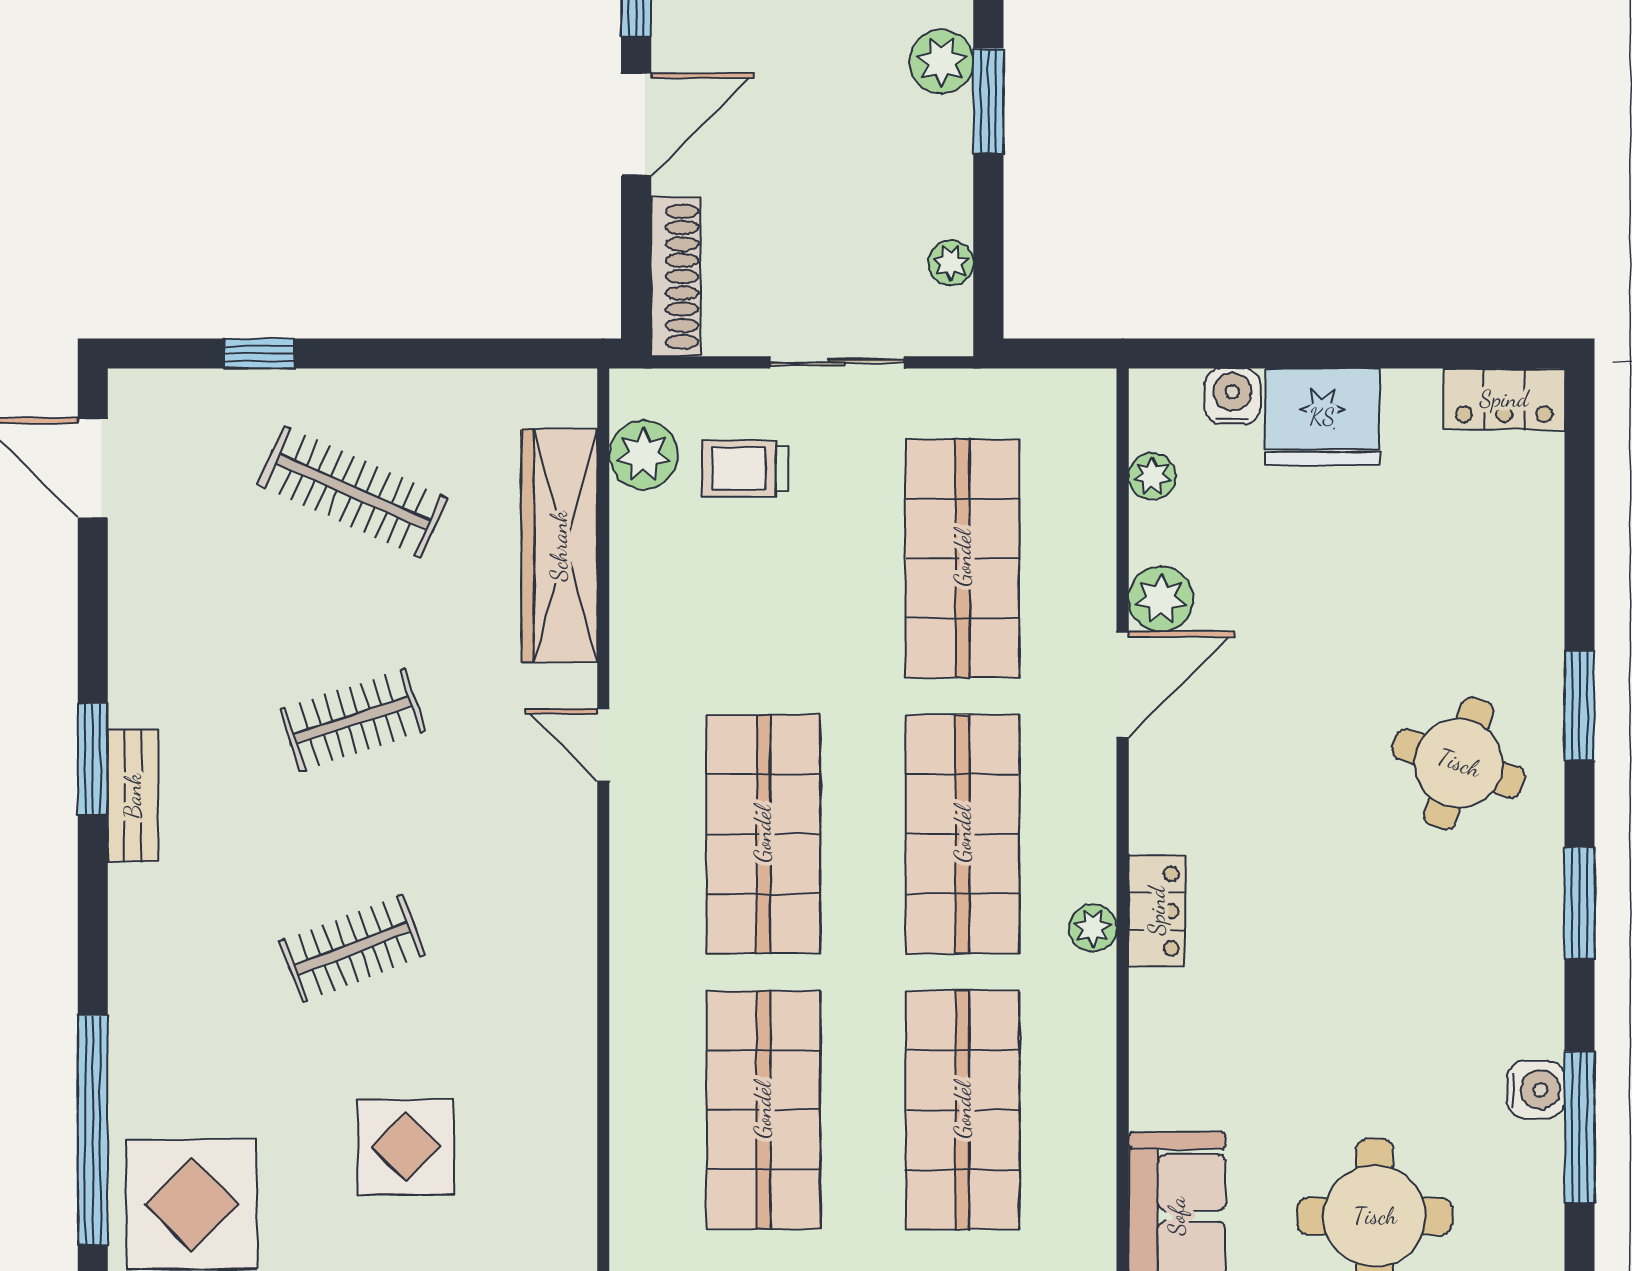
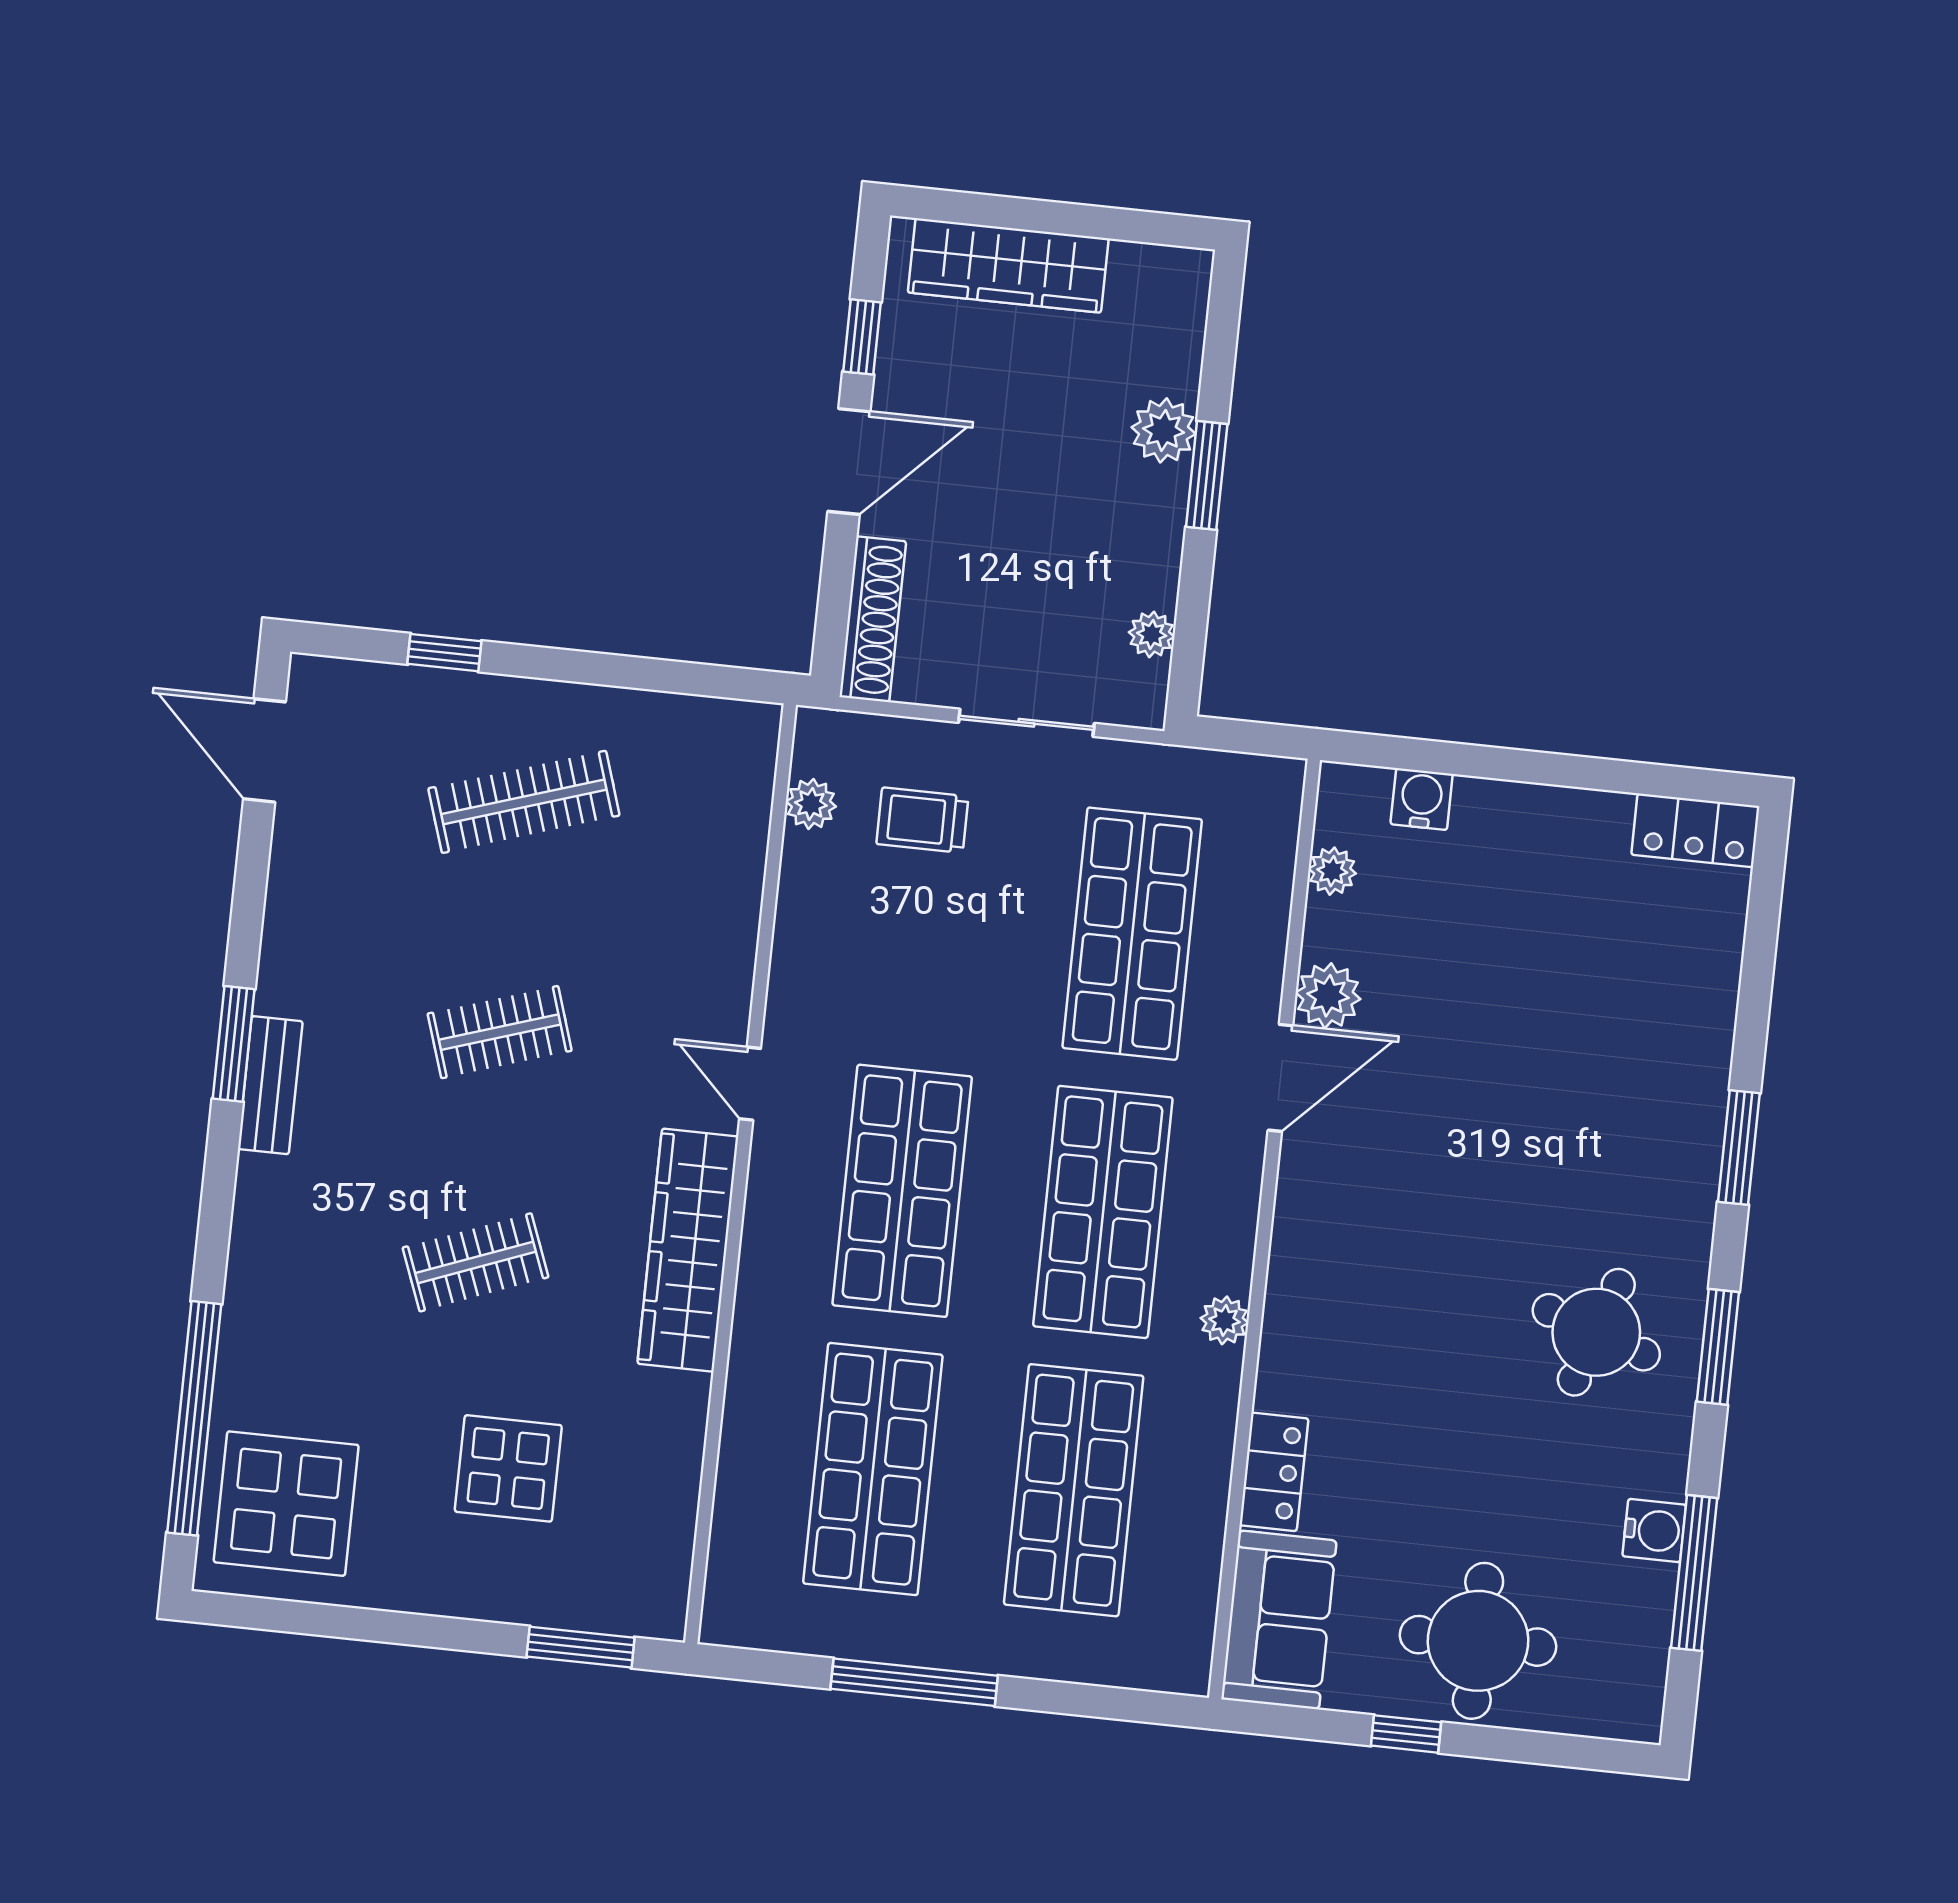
fridge: (1322, 417) -> (1510, 829), removed
plant: (643, 455) -> (811, 804), width x0.73, depth x0.73
clothes rail: (352, 492) -> (524, 802), turned -42
wardrobe: (559, 546) -> (688, 1250), moved
round table: (1459, 763) -> (1596, 1332), moved
locker: (1157, 911) -> (1274, 1472), moved

